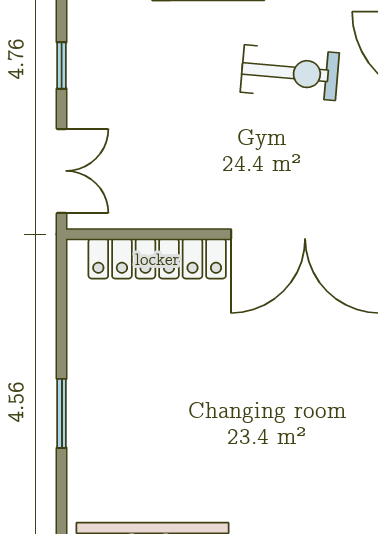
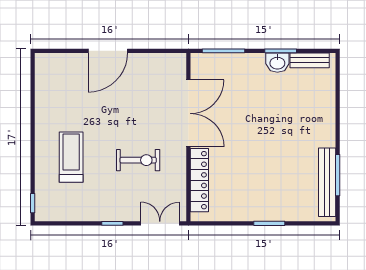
exercise bike: (290, 73) -> (138, 160), moved, turned 85

